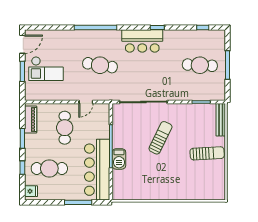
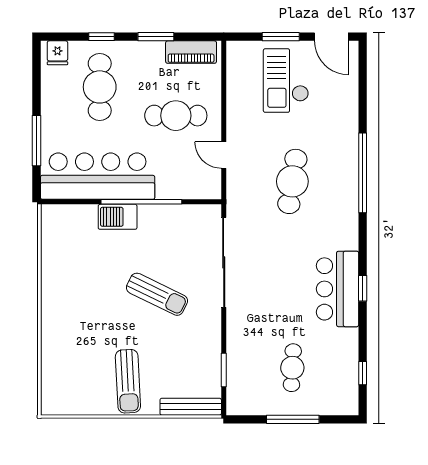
bar counter: (142, 41) -> (337, 289), moved
cafe table: (200, 65) -> (292, 368), width x0.73, depth x0.74

